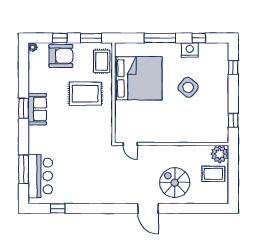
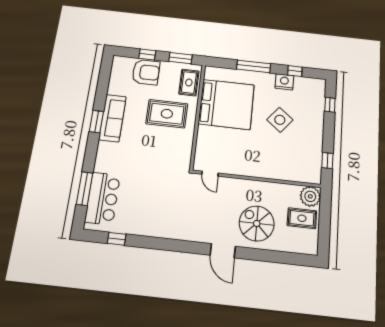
plant: (33, 47) -> (117, 60), removed
sofa: (37, 109) -> (112, 118), width x1.36

